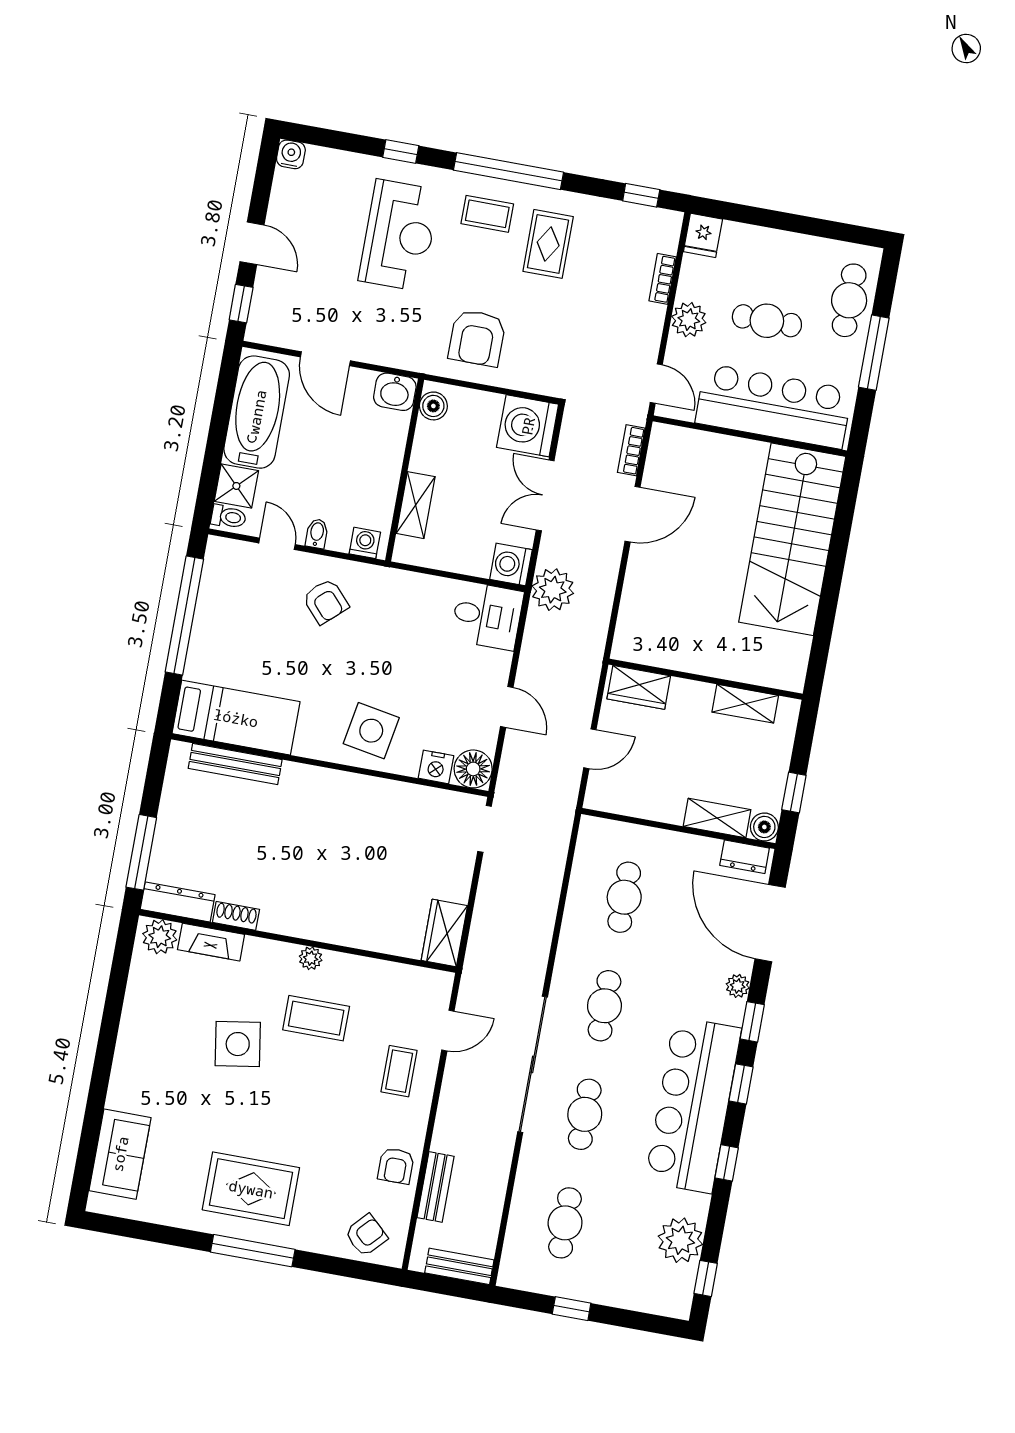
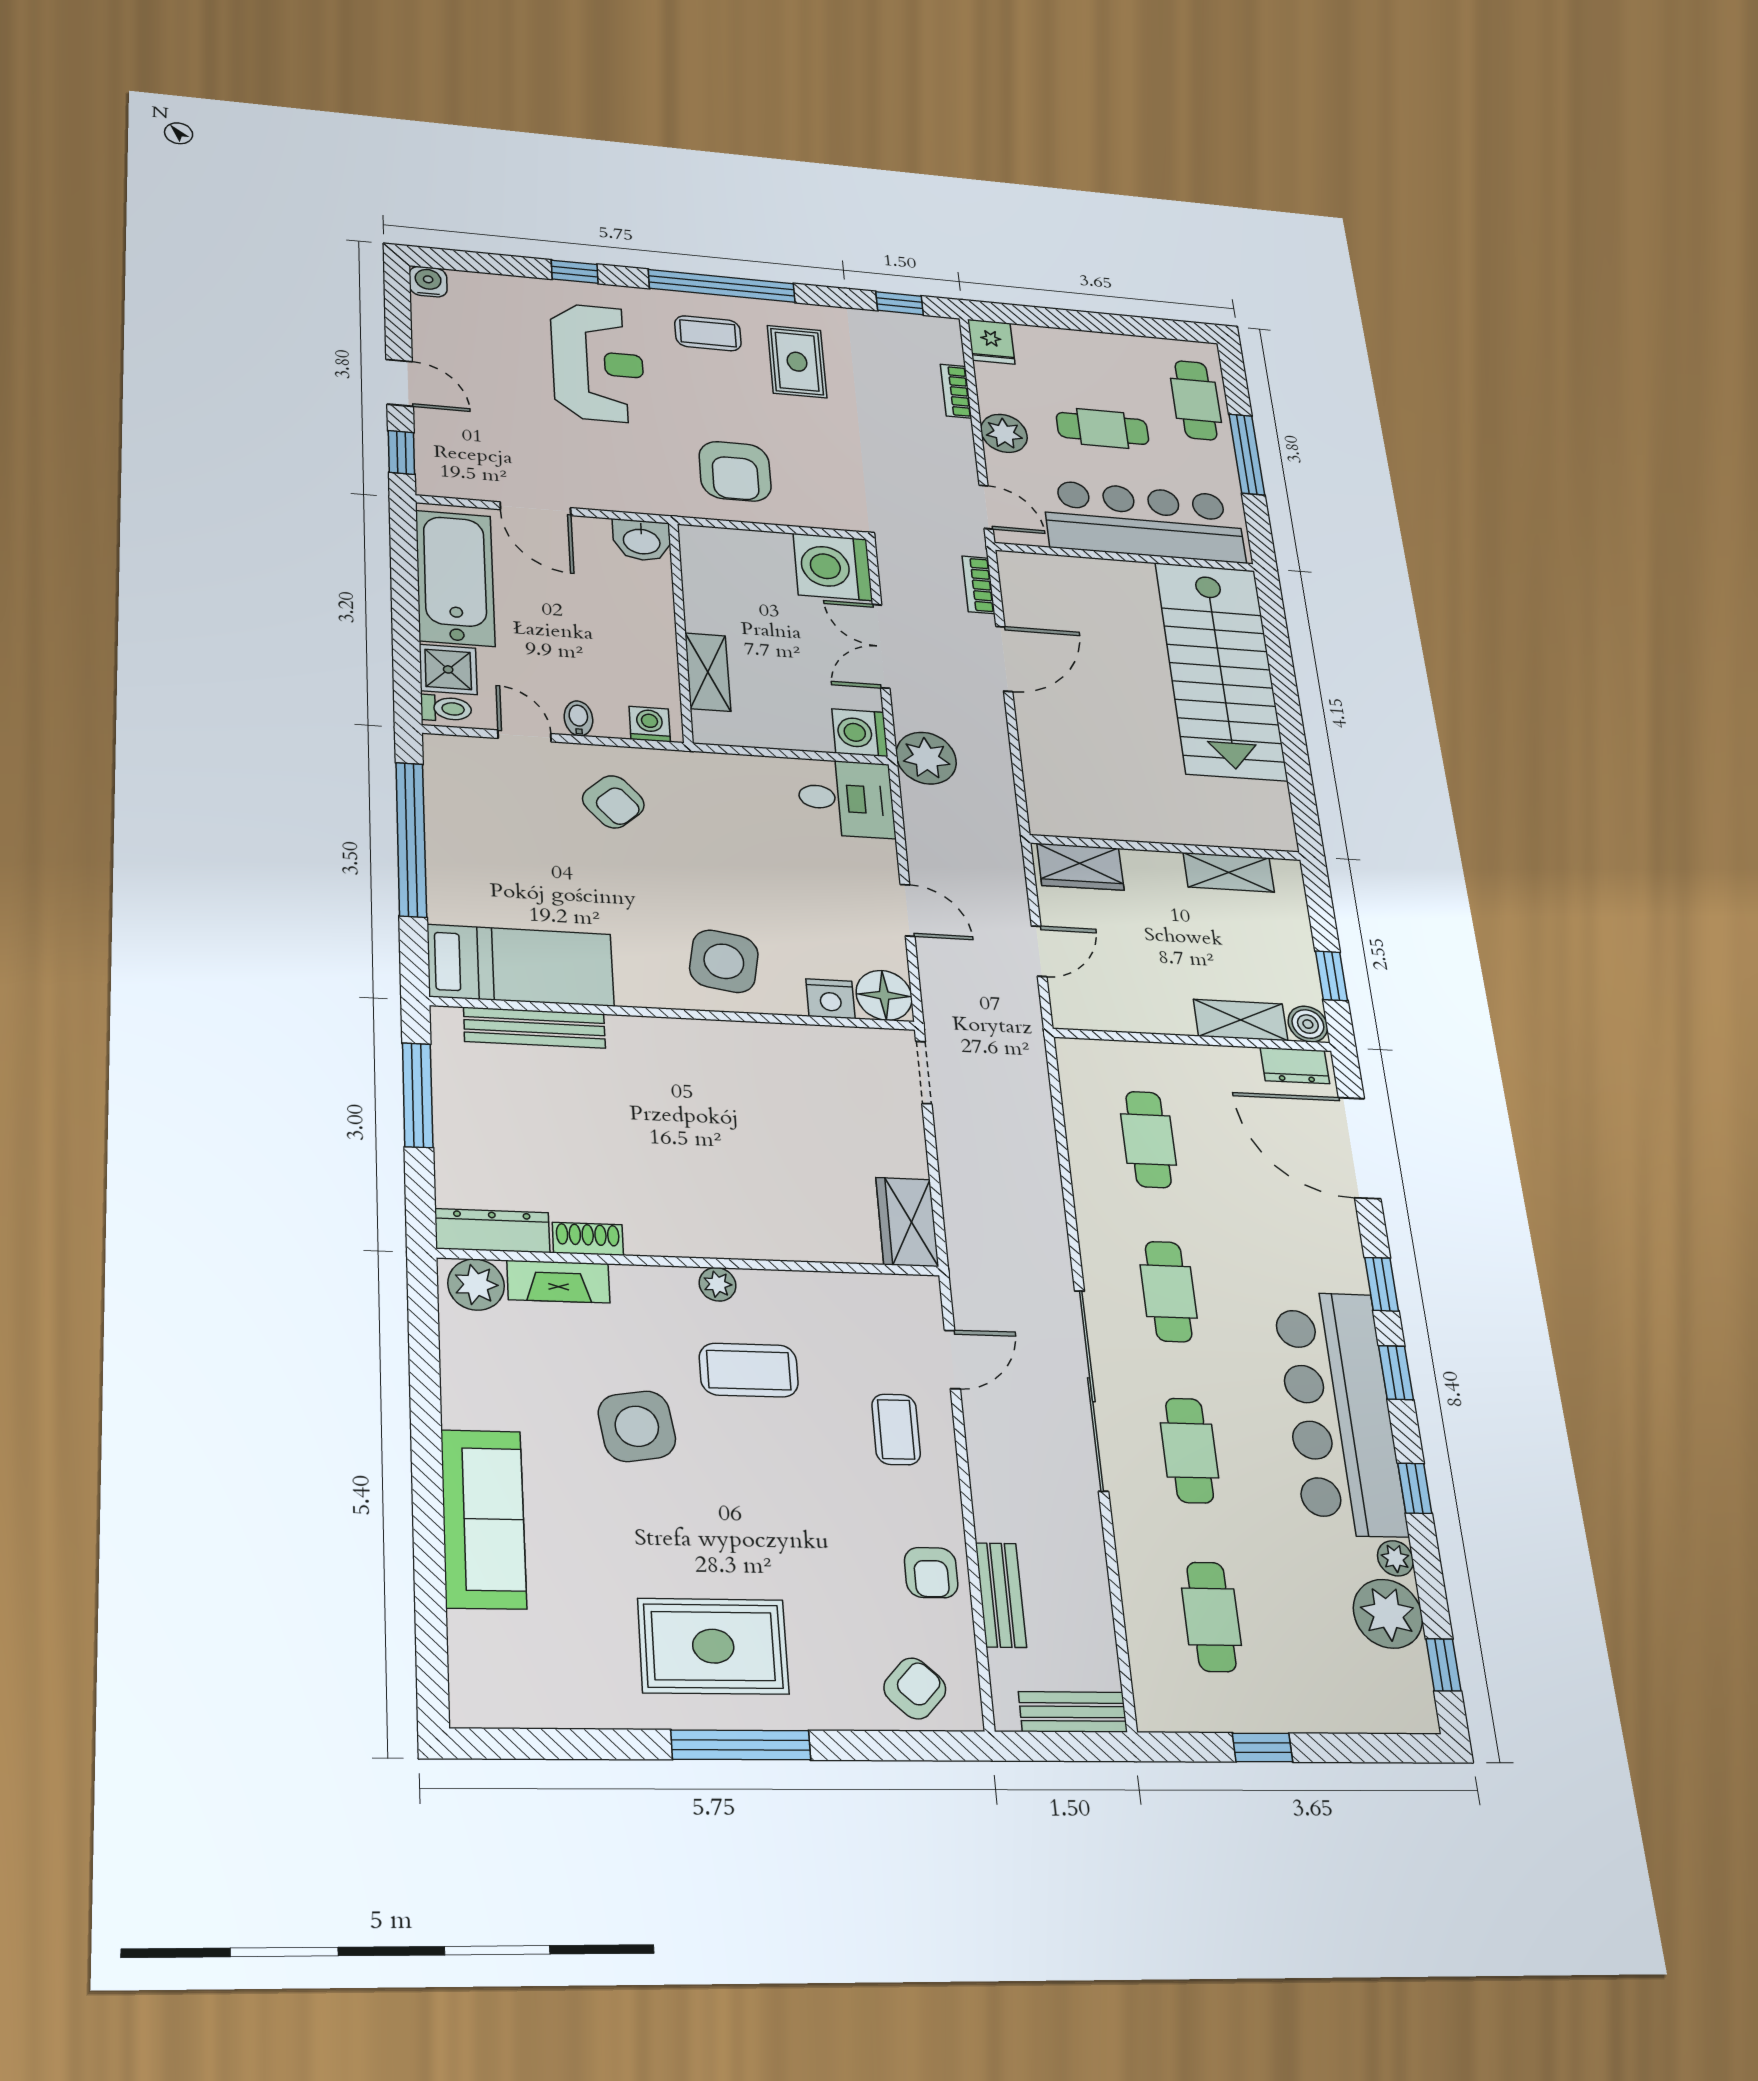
boiler: (433, 406) -> (699, 553), removed
window: (141, 852) -> (418, 1095), moved
plant: (738, 986) -> (1395, 1558), moved
sofa: (120, 1154) -> (483, 1519), moved, width x1.36

